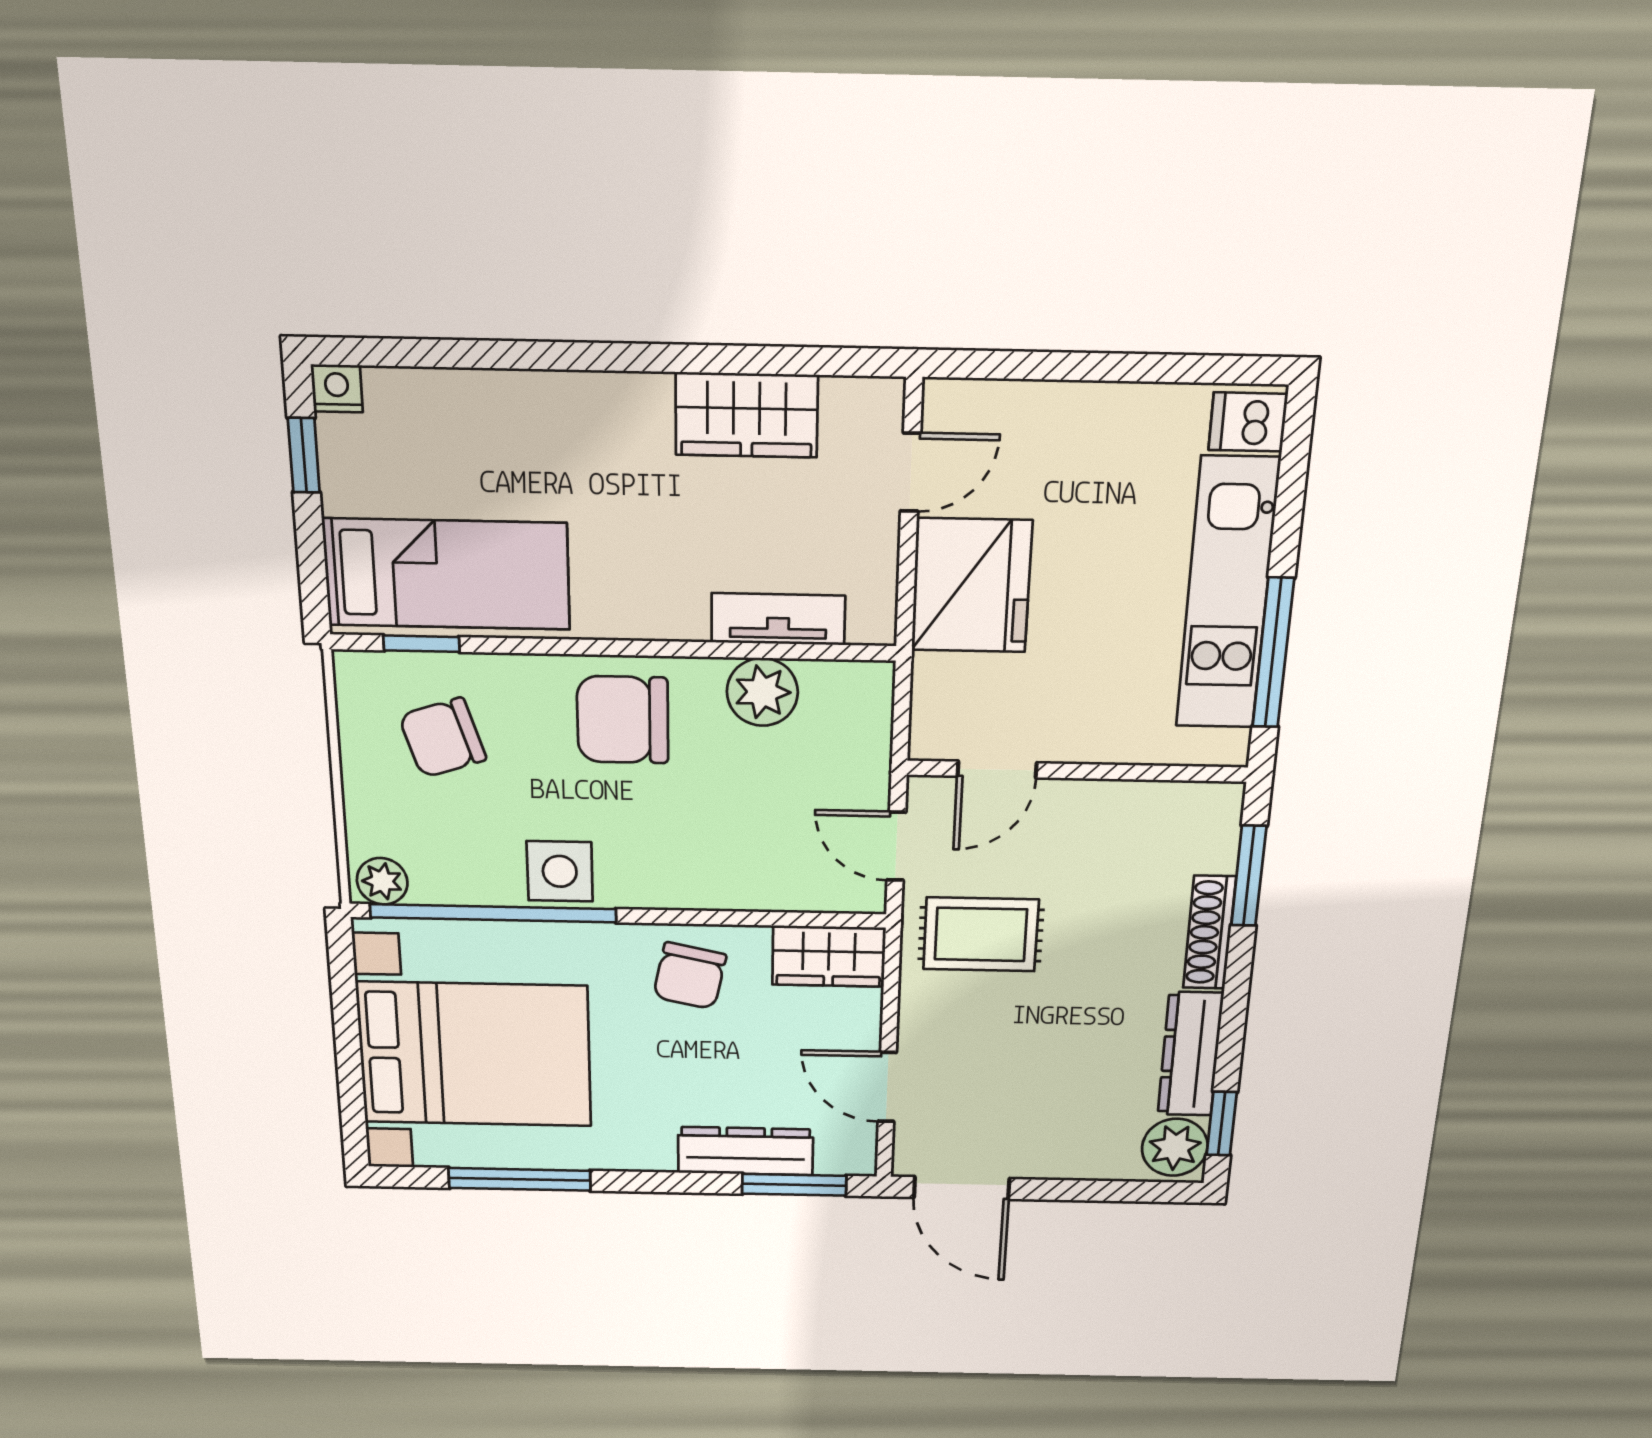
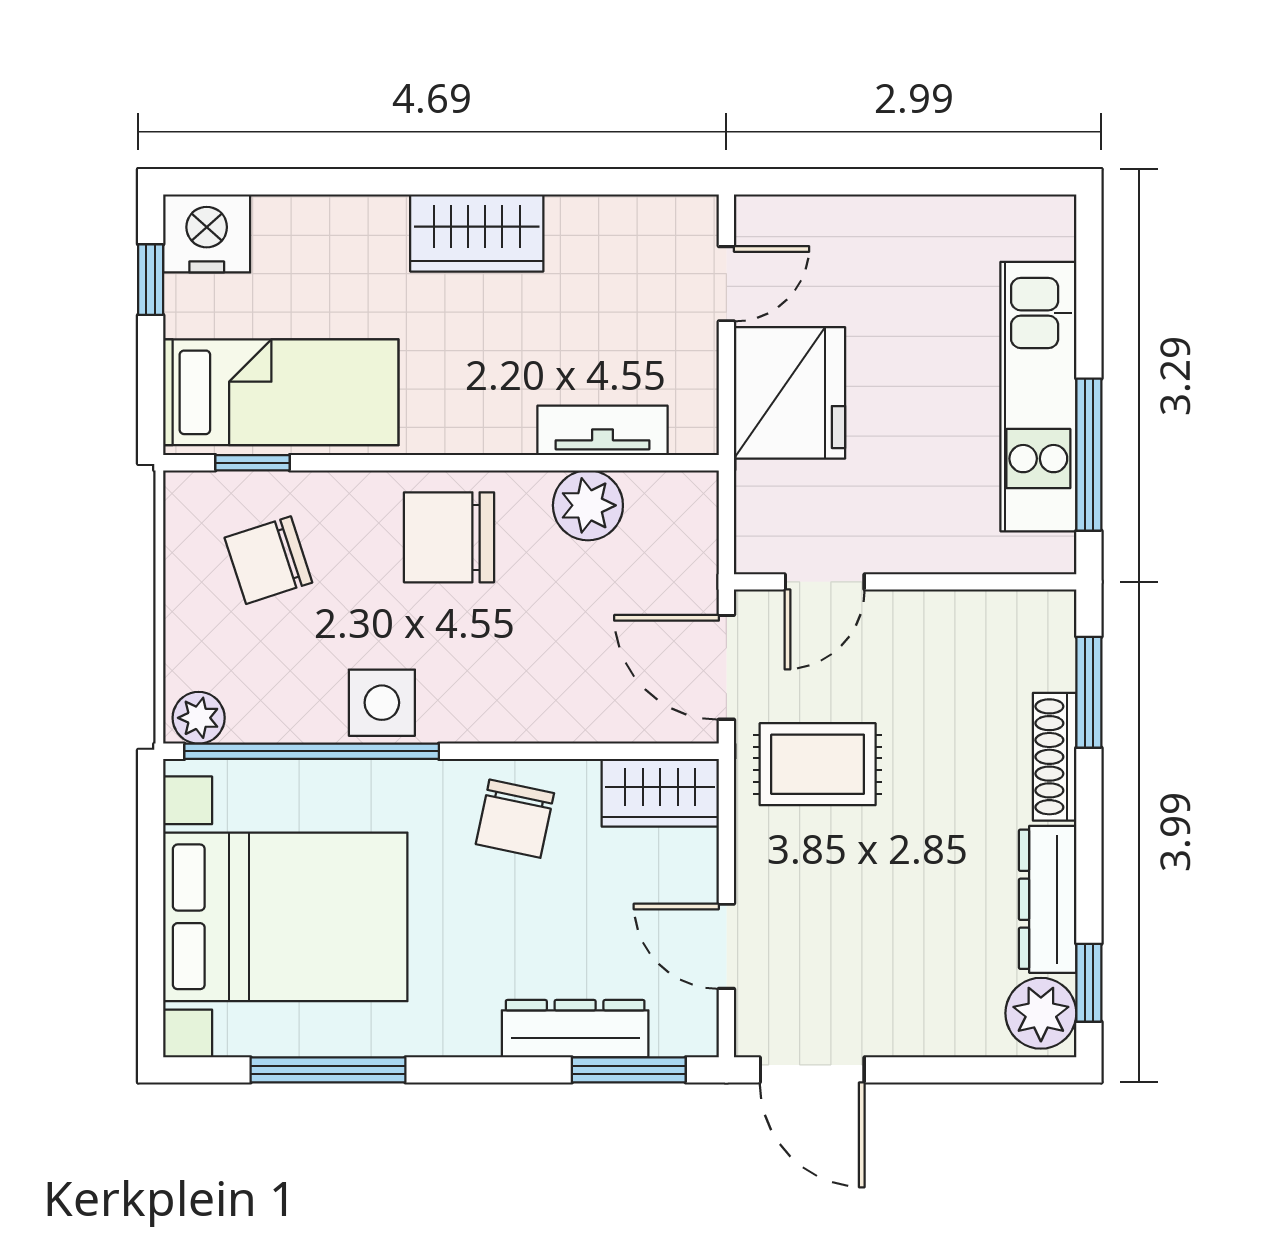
nightstand: (337, 388) -> (207, 233), width x1.89, depth x1.79
wardrobe: (747, 415) -> (477, 233), moved
dishwasher: (1248, 422) -> (1042, 230), removed
door: (896, 846) -> (726, 667), width x1.38

